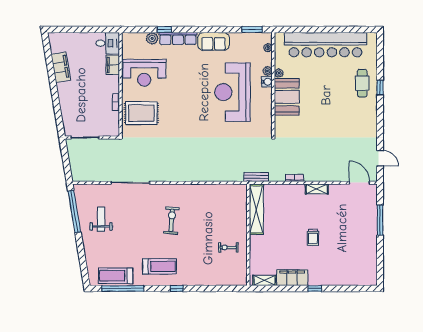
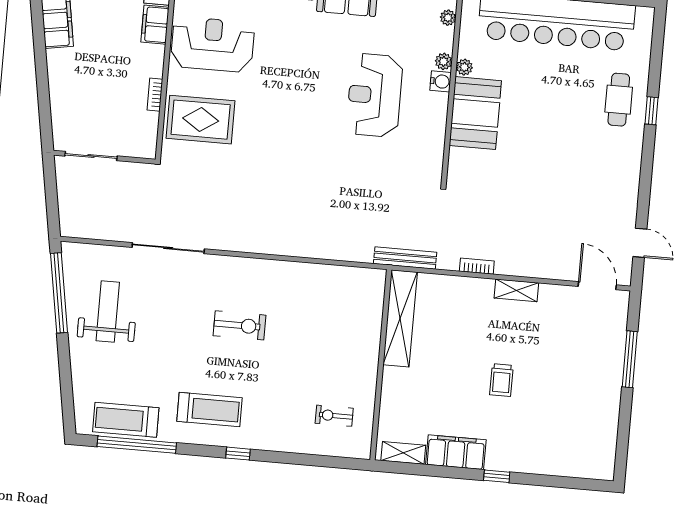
reception desk: (144, 73) -> (213, 44), turned 180
reception desk: (233, 92) -> (375, 95), width x0.74, depth x0.77
bench: (256, 177) -> (405, 258), width x1.36
weight bench: (101, 219) -> (108, 312), width x1.36, depth x1.33
exercise bike: (172, 220) -> (240, 325), turned 86
exercise bike: (228, 247) -> (334, 416), moved

